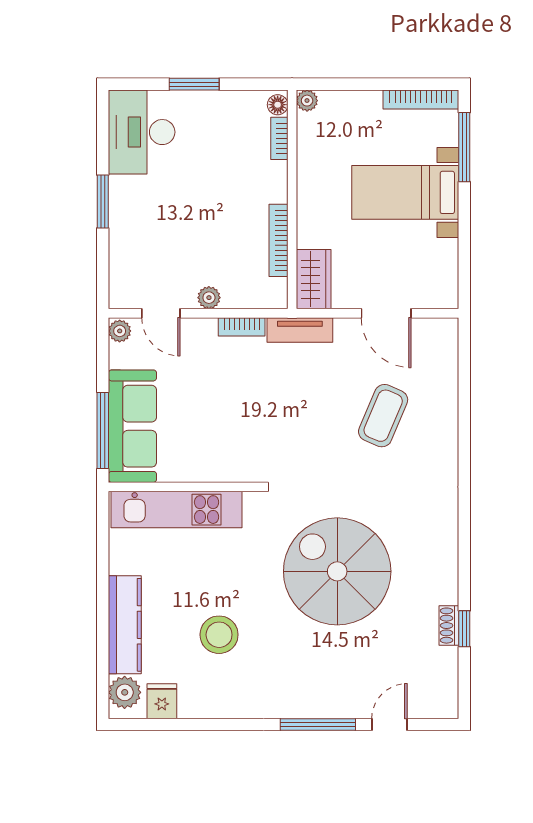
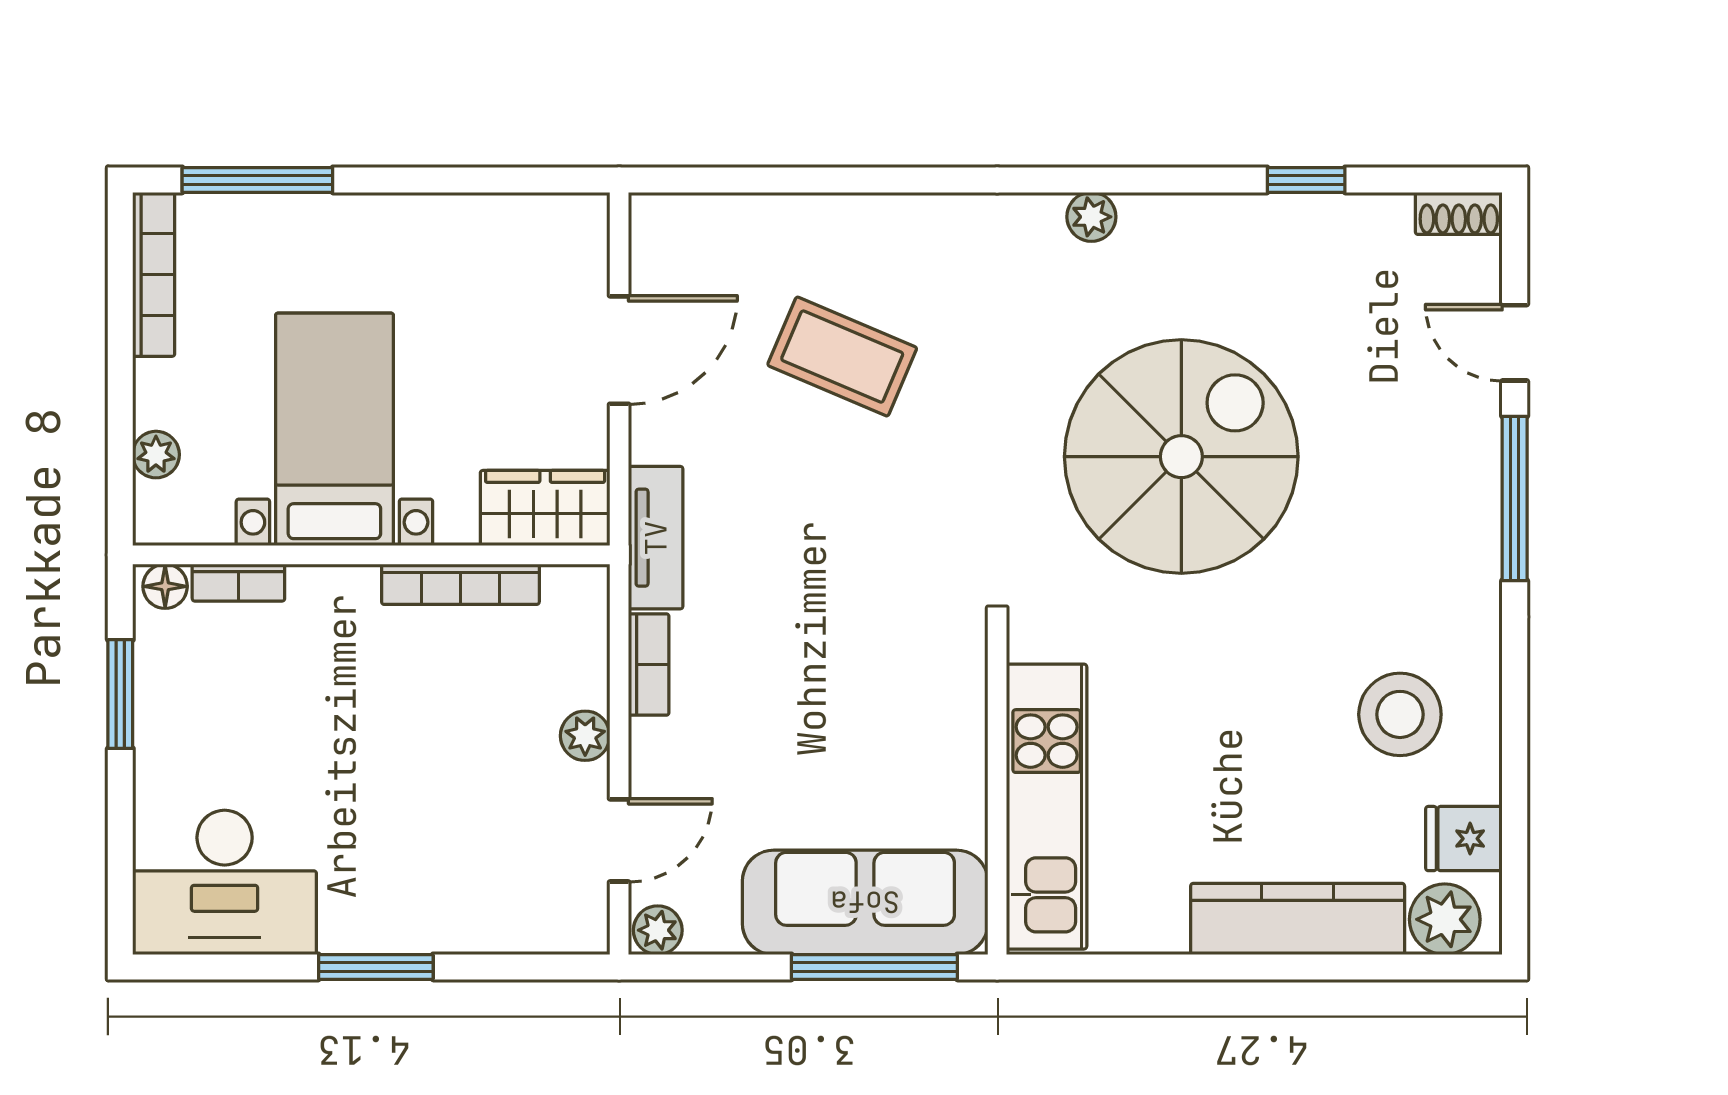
window: (194, 84) -> (120, 694), moved
plant: (307, 101) -> (156, 455), moved
bed with nightstands: (405, 192) -> (334, 429), moved, turned 180
plant: (447, 530) -> (1091, 217), added
spiral stairs: (337, 571) -> (1181, 457), turned 180
shoe rack: (449, 626) -> (1459, 213), moved
stool: (219, 635) -> (1400, 714), moved

